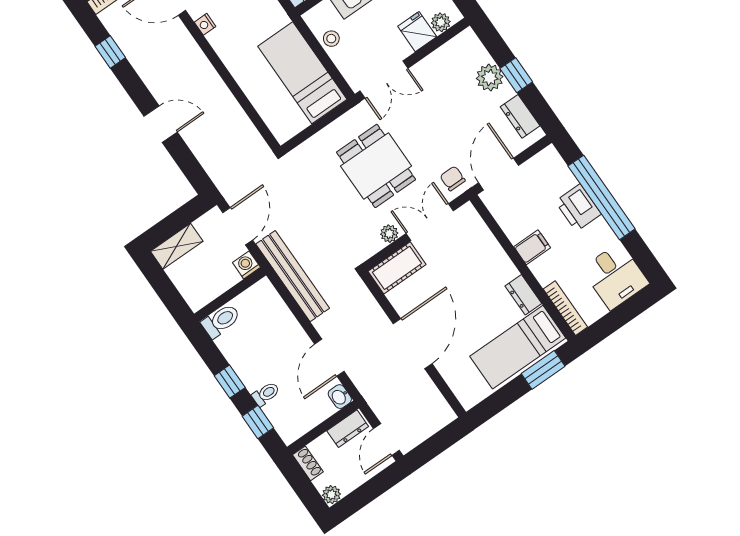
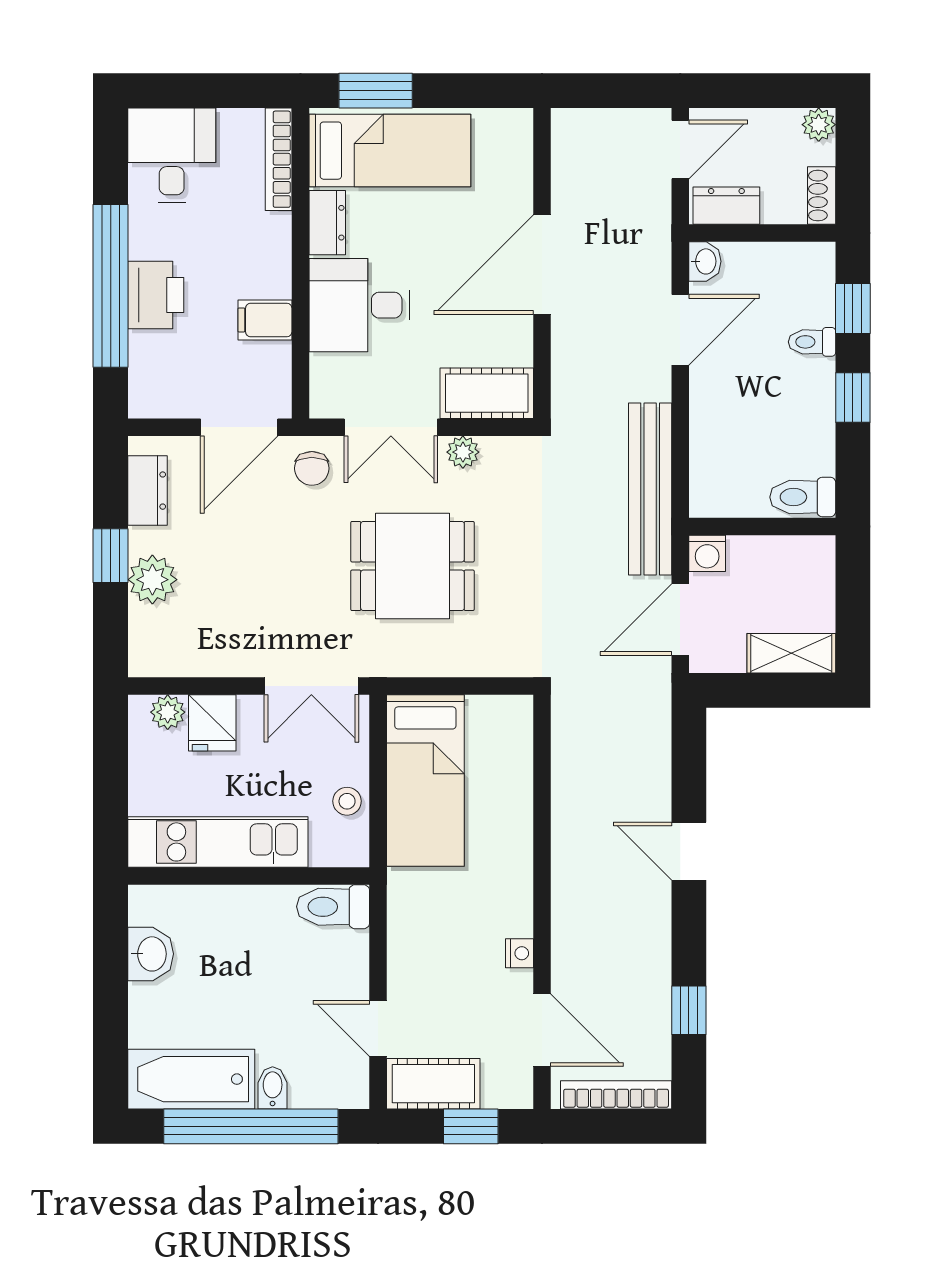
double door: (384, 80) -> (311, 686), swing flipped
dining table: (376, 166) -> (412, 566), turned 90
filing cabinet: (532, 247) -> (265, 320), moved
desk: (483, 267) -> (359, 305), added

